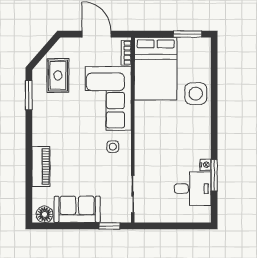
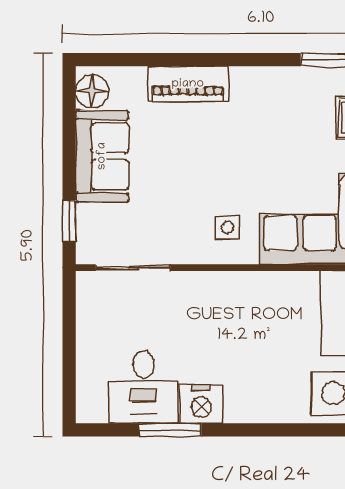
nightstand: (205, 165) -> (201, 404), width x1.89, depth x1.79

